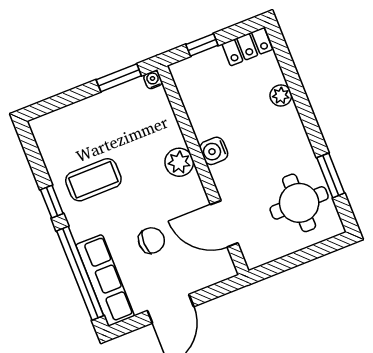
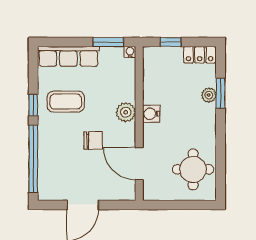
window: (331, 175) -> (221, 93), moved
chair: (151, 240) -> (93, 141), moved
row of seats: (105, 280) -> (68, 56), moved, turned 90

